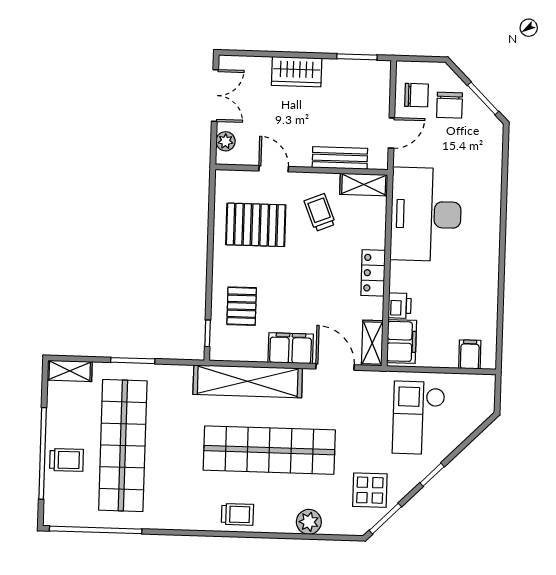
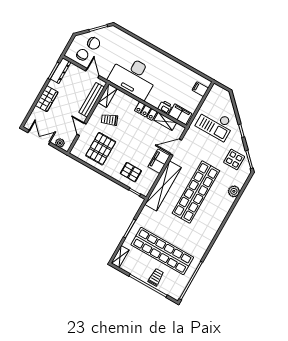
dresser: (364, 70) -> (61, 71), added
bench: (340, 158) -> (92, 100), width x1.36
door: (274, 169) -> (82, 129), hinge flipped
shelving: (372, 343) -> (165, 121), moved
trolley: (237, 514) -> (215, 219), removed

